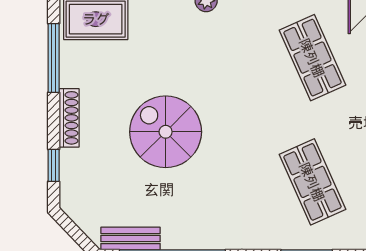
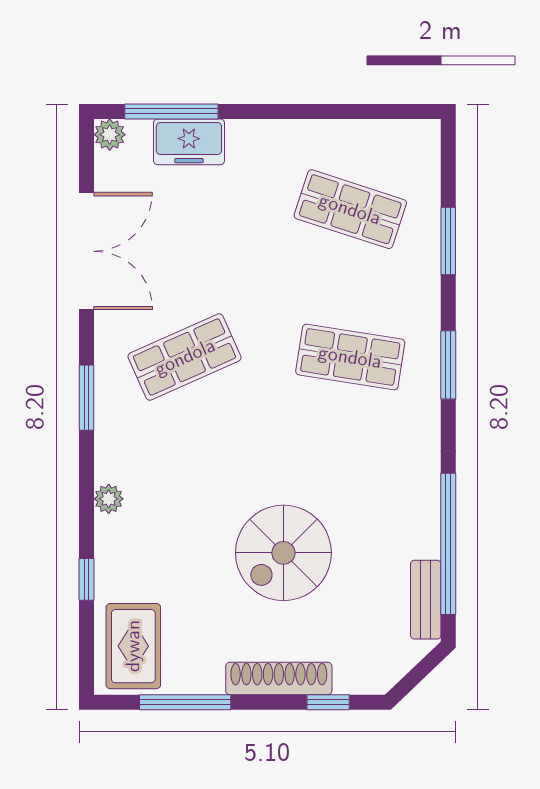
shoe rack: (69, 118) -> (279, 678), width x1.36, depth x1.24
shop shelf: (312, 182) -> (350, 357), turned 33

